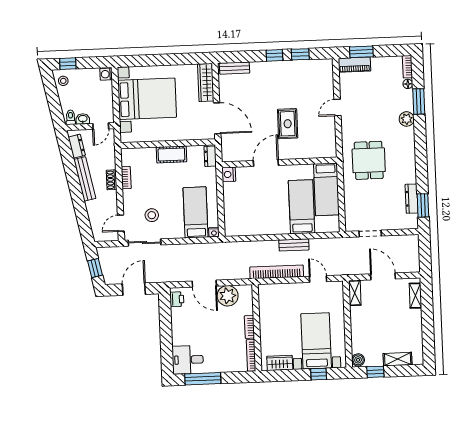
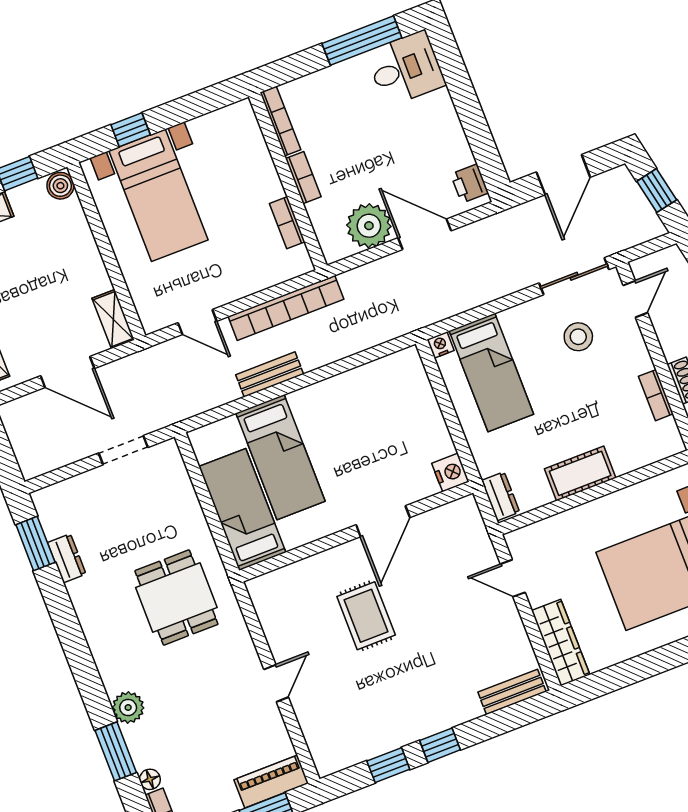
door: (217, 118) -> (513, 578), width x0.53
dresser: (412, 199) -> (67, 558), width x0.70
bookcase: (263, 309) -> (287, 223), added
wardrobe: (280, 363) -> (217, 126), removed

